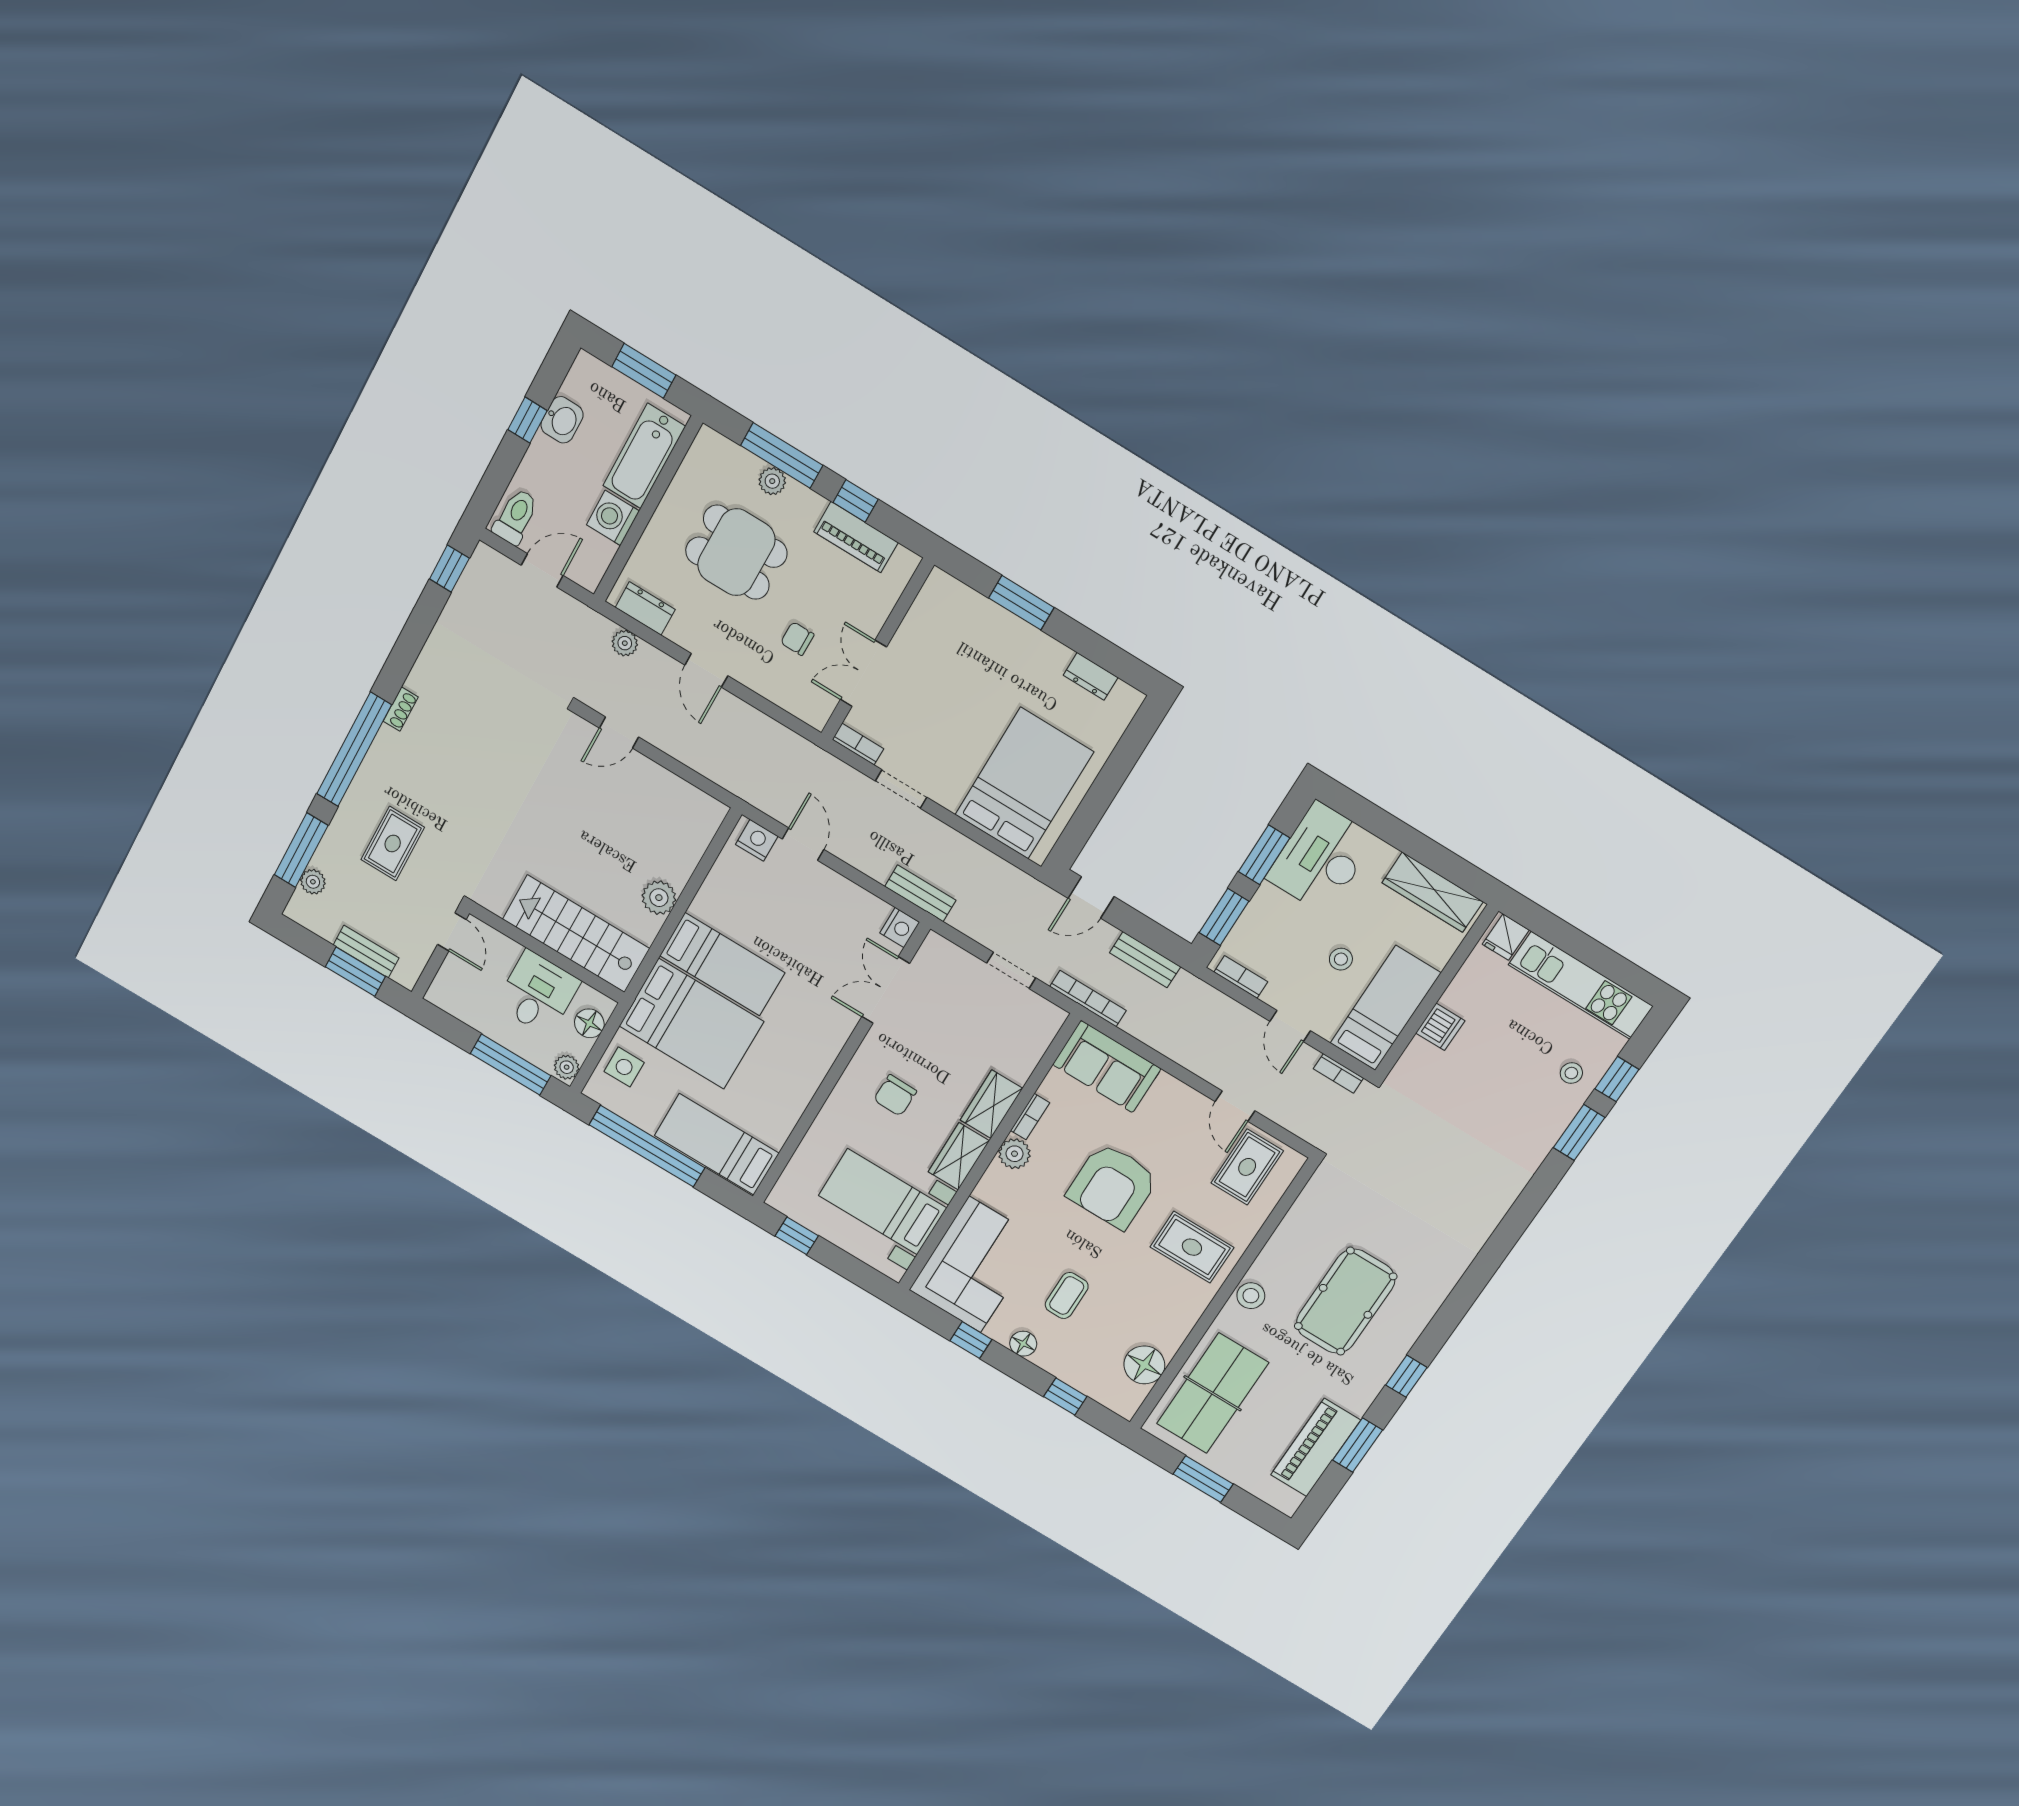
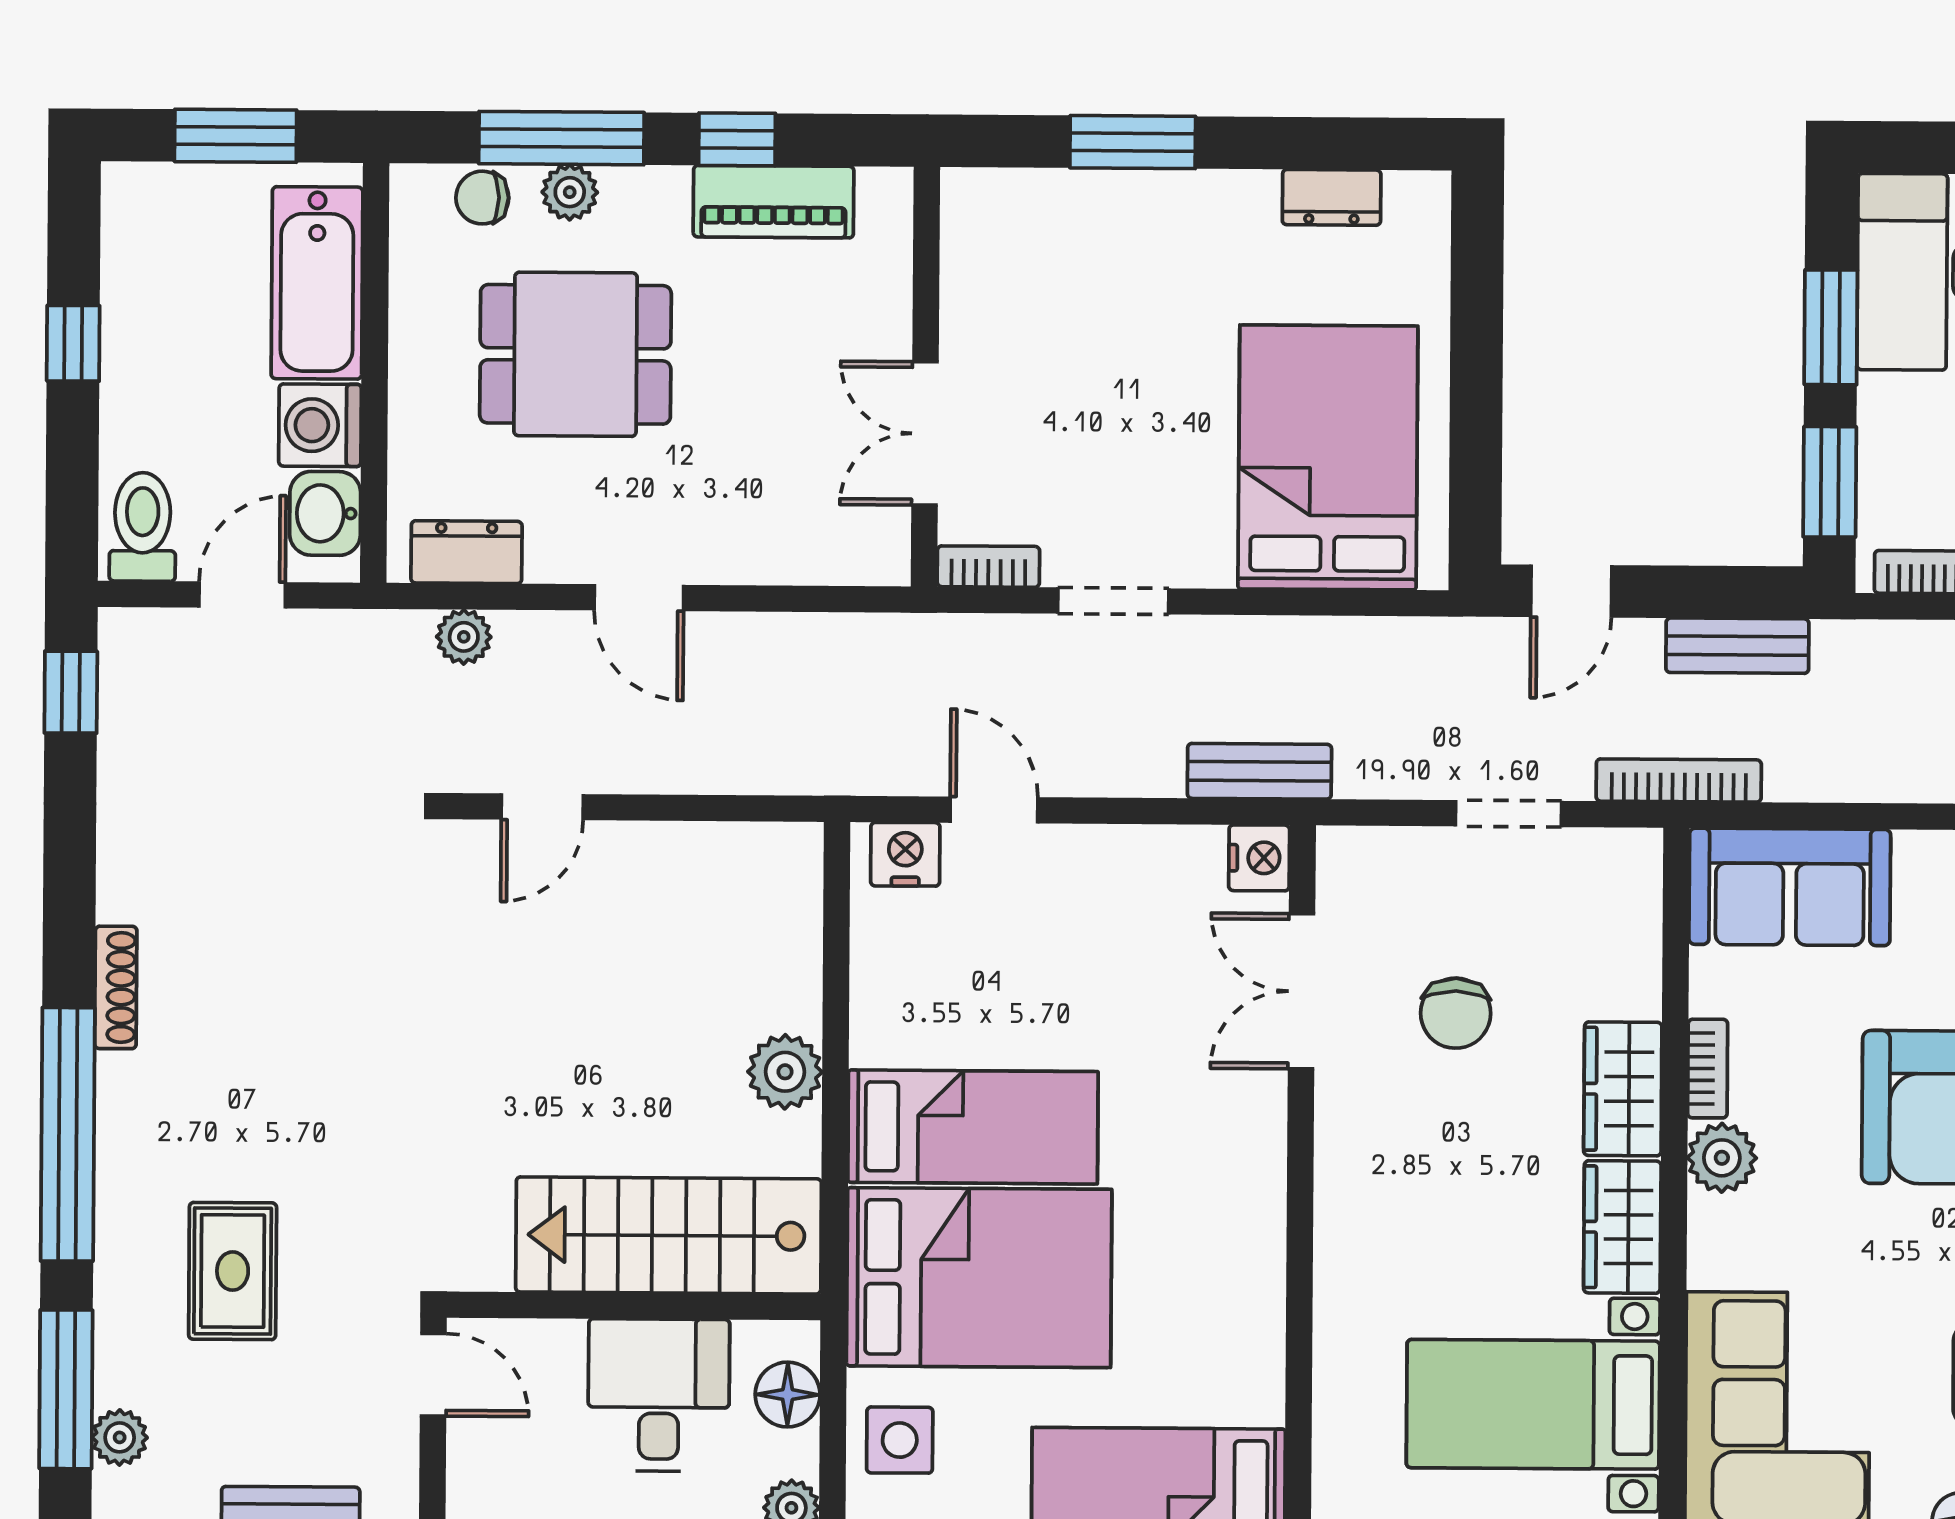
washbasin: (562, 420) -> (325, 513), moved, turned 180
chair: (797, 639) -> (482, 198), moved
shoe rack: (401, 709) -> (116, 987), width x1.43
chair: (895, 1095) -> (1456, 1013), moved

